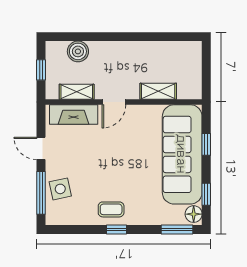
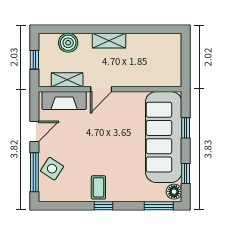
shelving: (158, 91) -> (109, 41), moved
door: (41, 148) -> (34, 131), swing flipped
side table: (60, 189) -> (52, 169), turned 45
coffee table: (111, 209) -> (98, 187), turned 90

